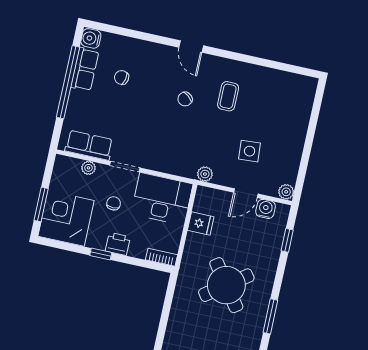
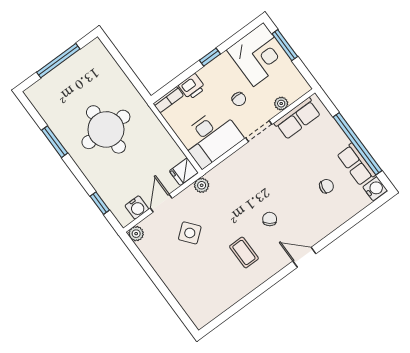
side table: (250, 151) -> (190, 233), turned -35
fridge: (201, 223) -> (184, 172), moved
printer: (118, 244) -> (192, 87), moved
round table: (226, 285) -> (106, 129), turned 36

